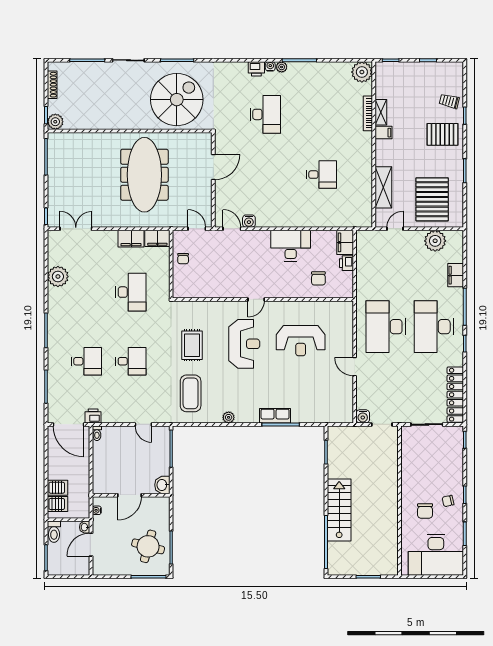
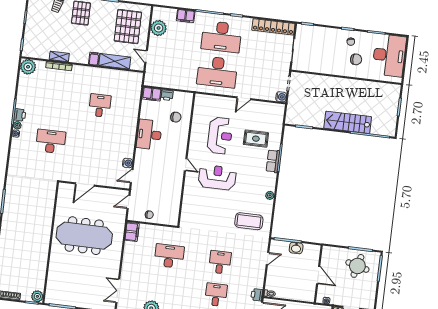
printer: (256, 69) -> (20, 115), moved
spiral stairs: (177, 100) -> (32, 205), removed
filing cabinet: (383, 133) -> (94, 59), moved
door: (213, 167) -> (85, 184), swing flipped
pallet: (432, 199) -> (128, 27), turned 90
filing cabinet: (131, 239) -> (130, 251), removed
rug: (192, 345) -> (256, 139), moved
washbasin: (162, 485) -> (296, 248), moved

